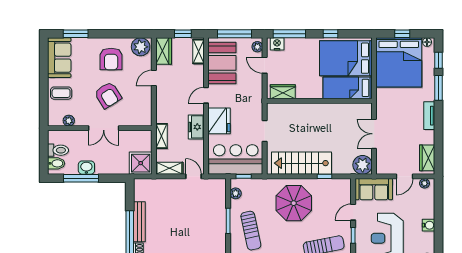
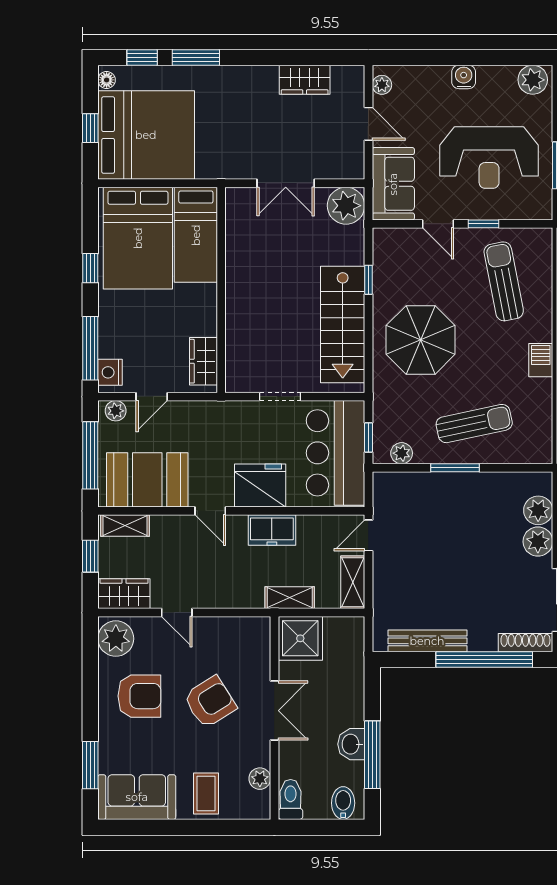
tv unit: (429, 116) -> (250, 76), removed
toilet: (58, 150) -> (291, 799), moved
wardrobe: (427, 158) -> (305, 80), moved
shower: (141, 163) -> (300, 638), moved
bench: (139, 222) -> (427, 641), moved

